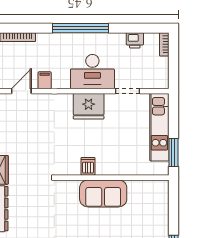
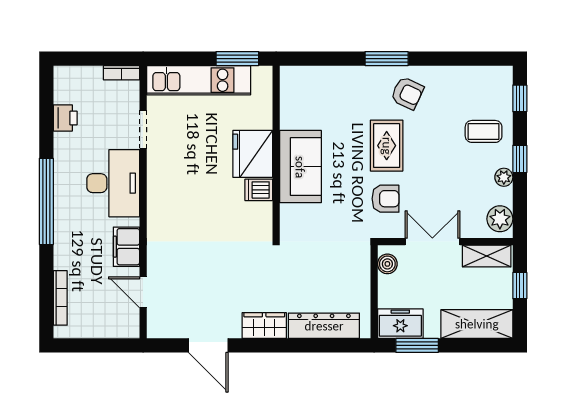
bookcase: (164, 44) -> (121, 73), moved
filing cabinet: (45, 80) -> (126, 247), width x2.00
fridge: (89, 106) -> (253, 154), moved, turned 180

